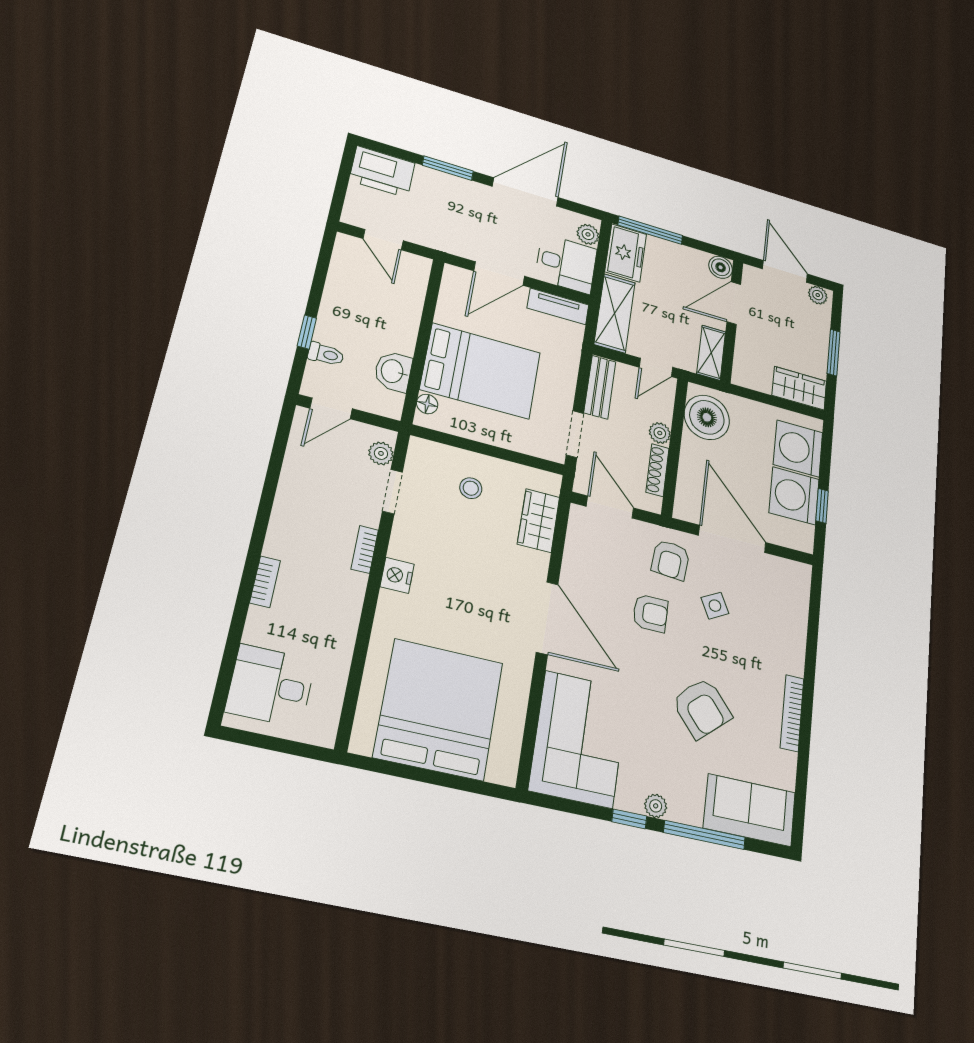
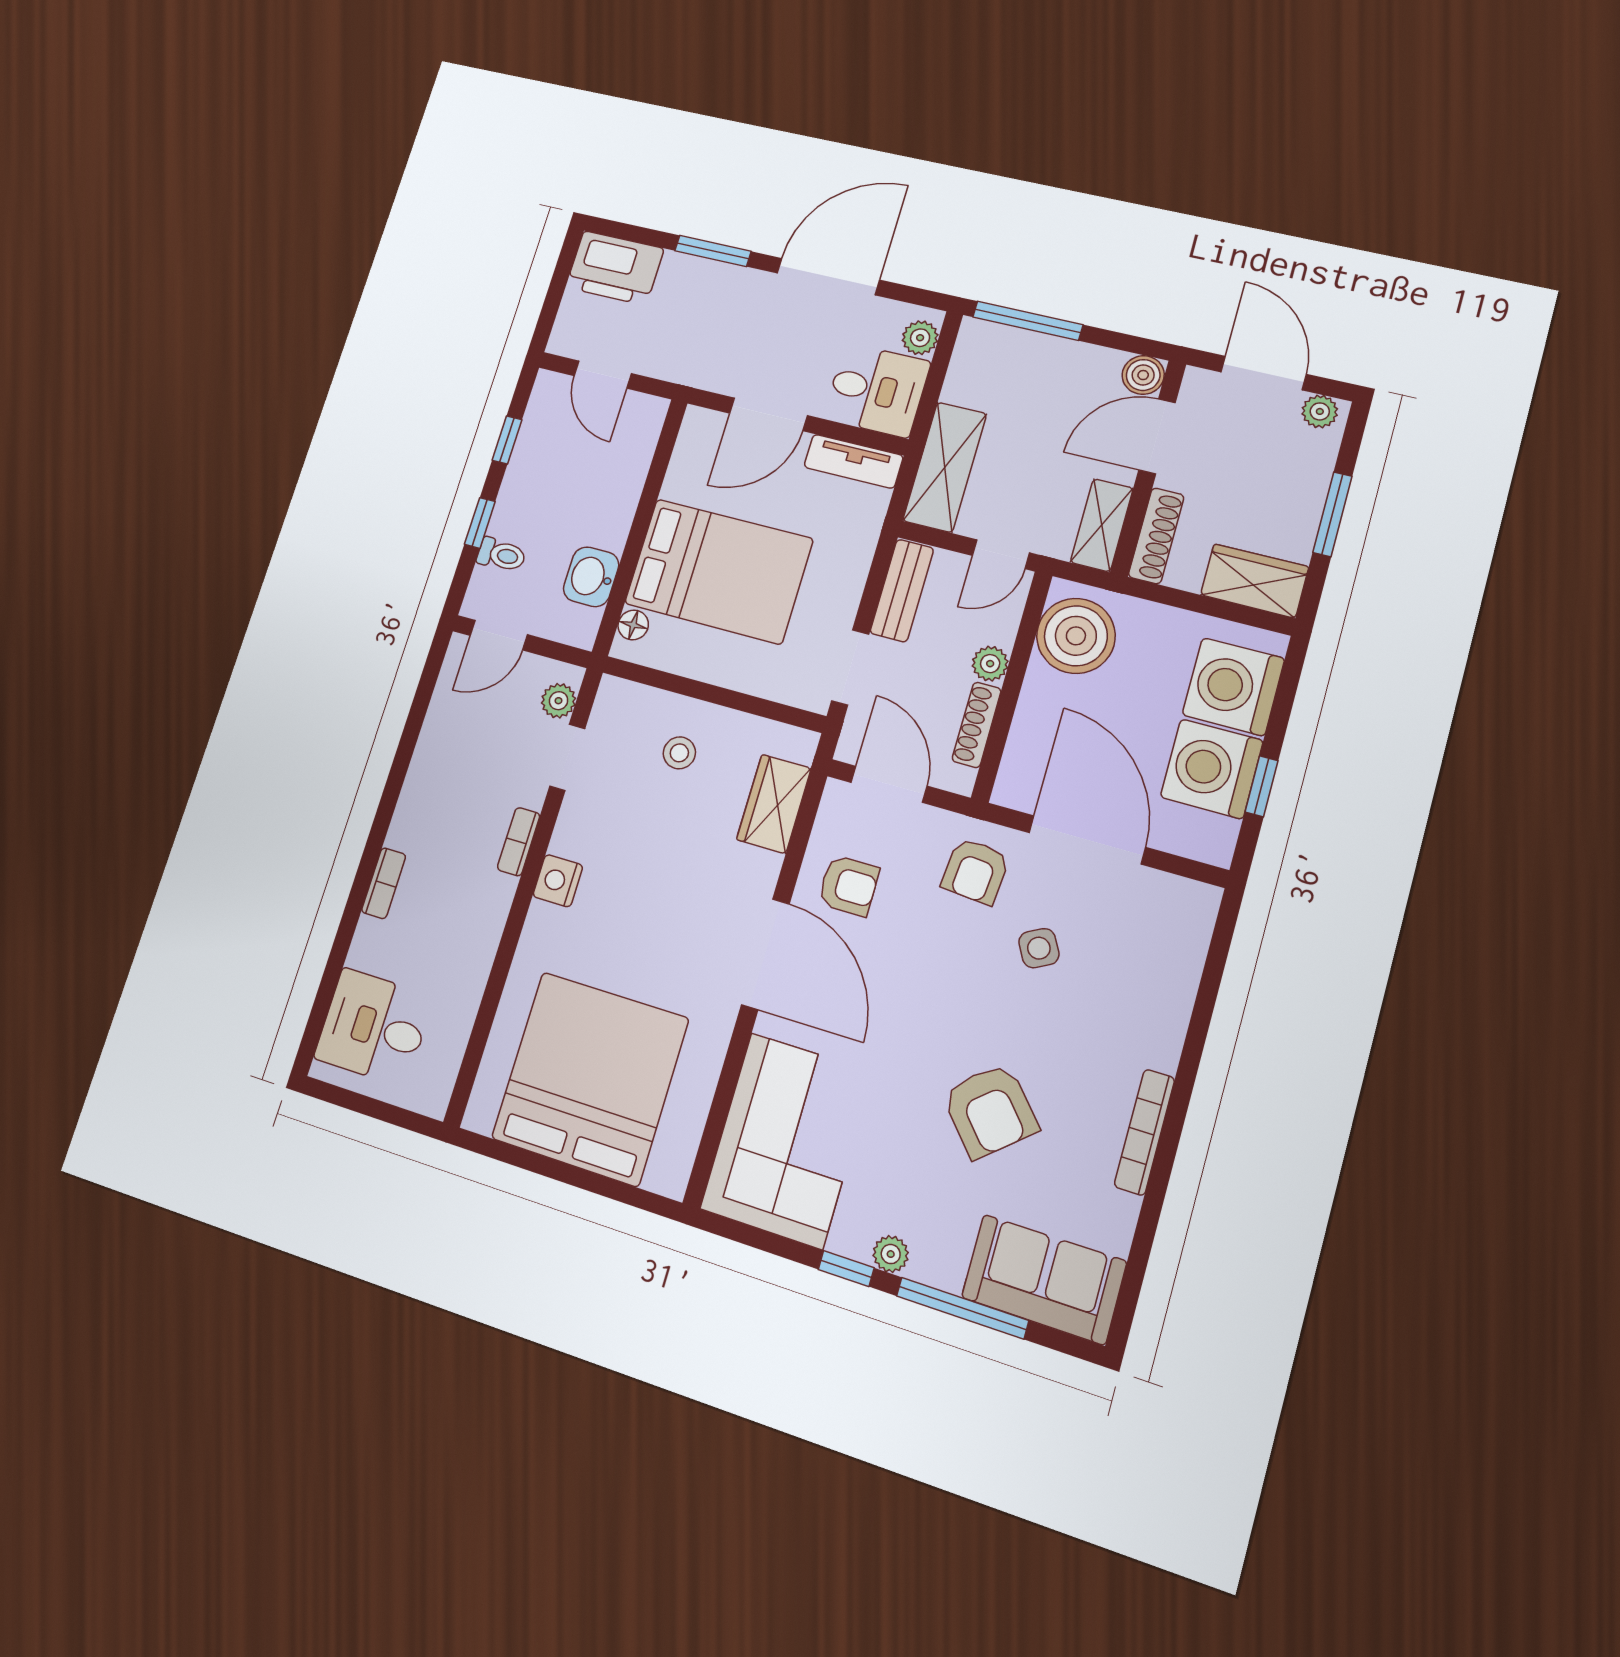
freezer: (626, 253) -> (979, 364), removed
window: (320, 277) -> (507, 440), added
shoe rack: (742, 360) -> (1156, 536), added
armchair: (650, 613) -> (849, 886), moved

